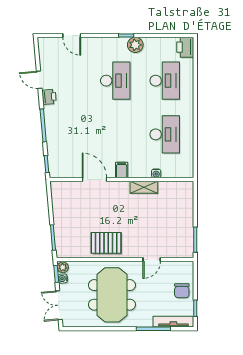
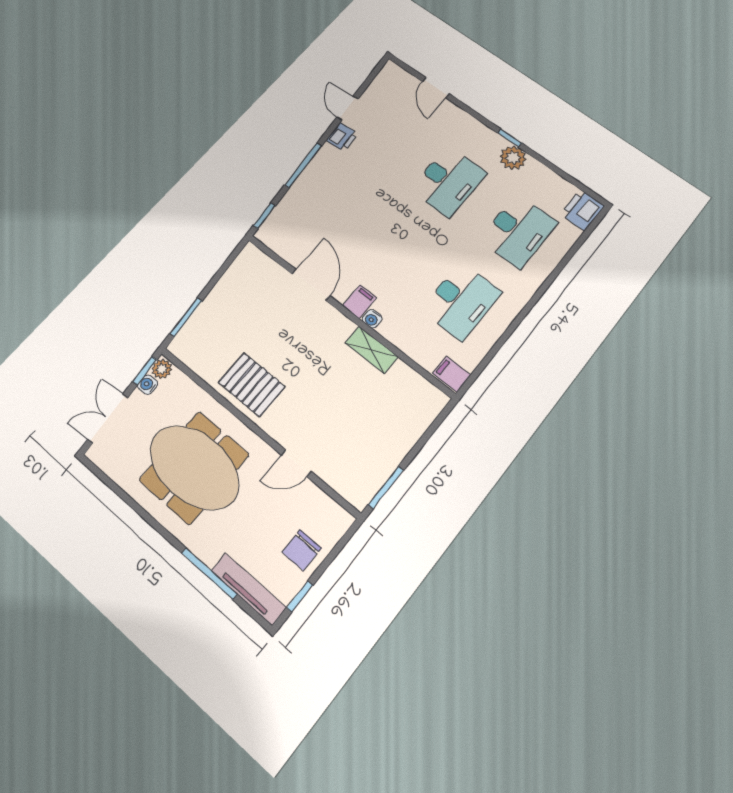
filing cabinet: (185, 171) -> (452, 374), added
water cooler: (156, 173) -> (372, 319), moved
meeting table: (112, 295) -> (194, 467), turned 90

